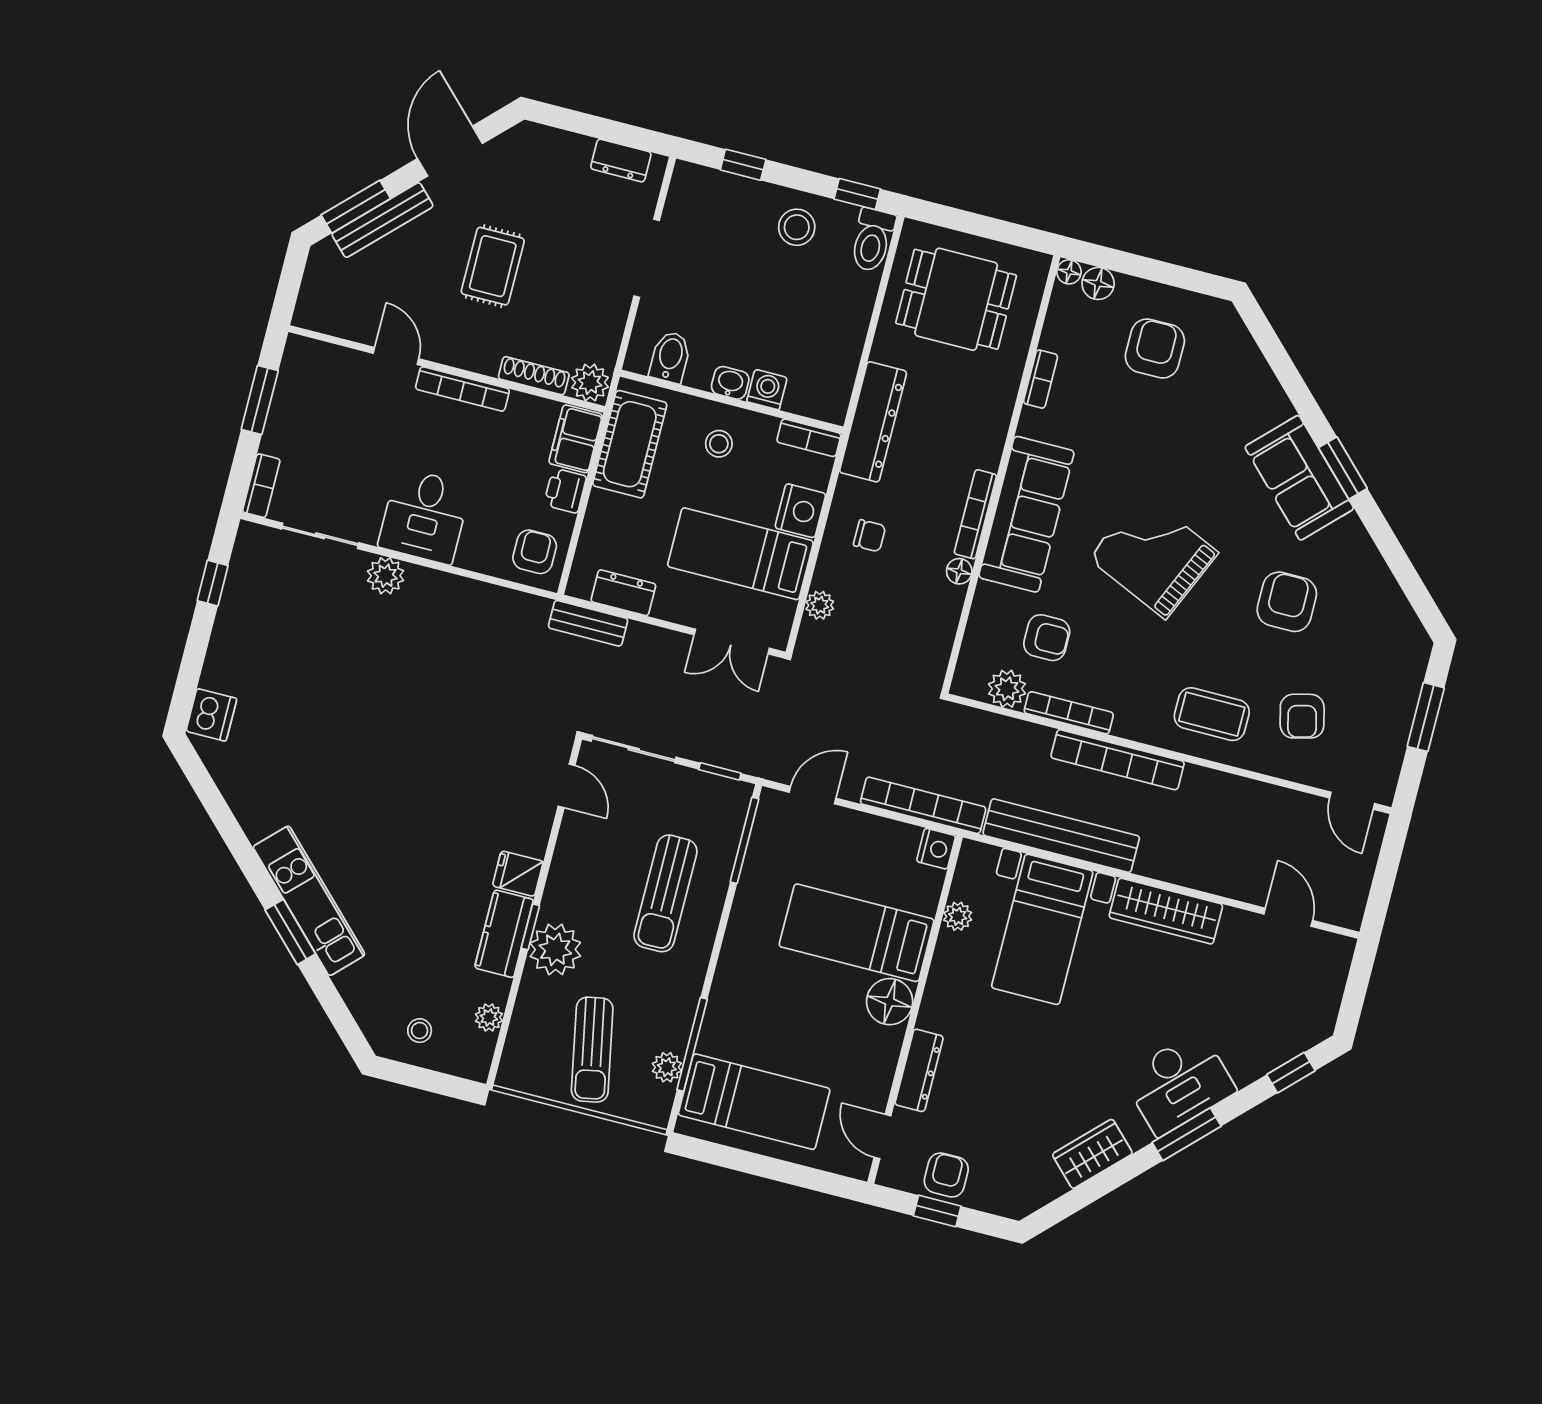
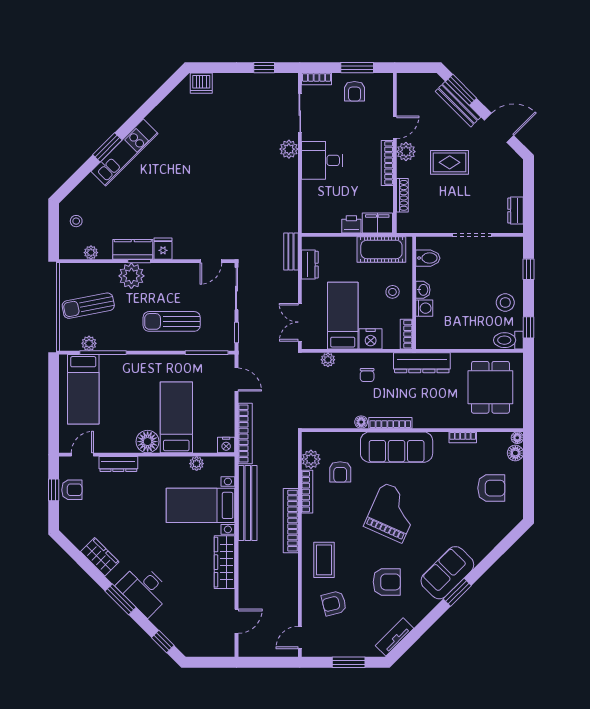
plant: (590, 382) -> (406, 152), moved
armchair: (535, 552) -> (355, 91), moved, turned 90
tv unit: (1399, 614) -> (395, 637), added

